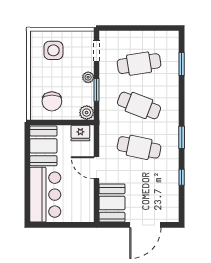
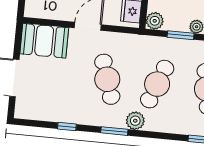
plant: (171, 121) -> (135, 121), added
cafe table: (139, 147) -> (107, 79), turned -30

